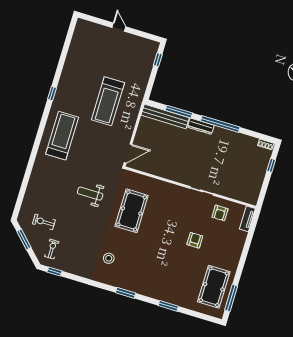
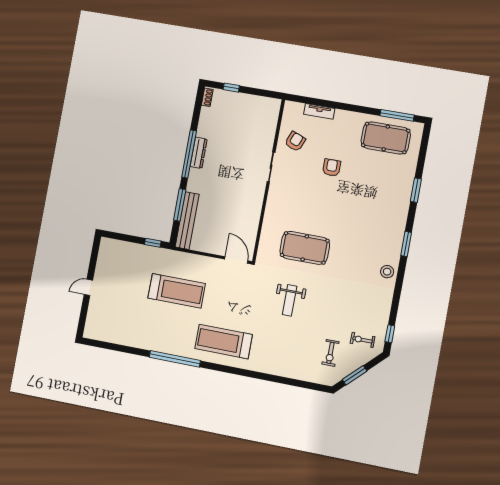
window: (158, 60) -> (153, 243), moved
window: (52, 94) -> (175, 359), width x3.17
dresser: (201, 126) -> (199, 153), moved
armchair: (220, 213) -> (295, 141), turned -68
tv unit: (247, 219) -> (319, 111), moved
armchair: (195, 240) -> (332, 168), turned 90
stool: (109, 258) -> (387, 272), moved

